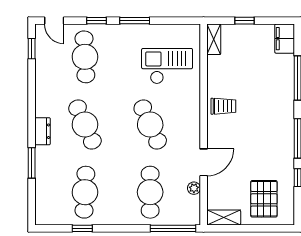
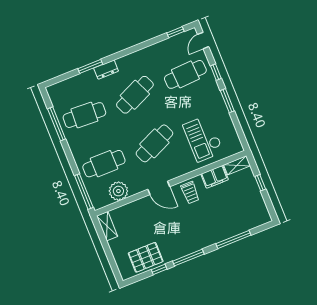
filing cabinet: (285, 39) -> (215, 177), moved, turned 180
checkout: (167, 66) -> (203, 138), turned 180
dresser: (43, 131) -> (106, 70), moved
door: (204, 162) -> (159, 188), moved
plant: (194, 188) -> (118, 191), width x1.87, depth x1.87
pallet: (264, 199) -> (146, 257), moved
window: (82, 228) -> (57, 124), width x2.17

